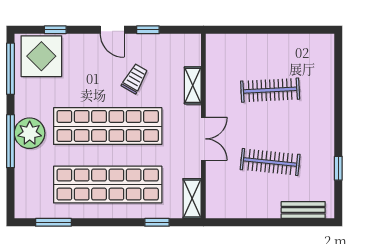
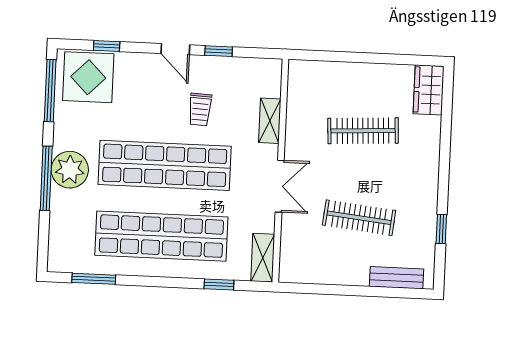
wardrobe: (323, 54) -> (429, 90), added
trolley: (135, 79) -> (200, 109), turned 153

